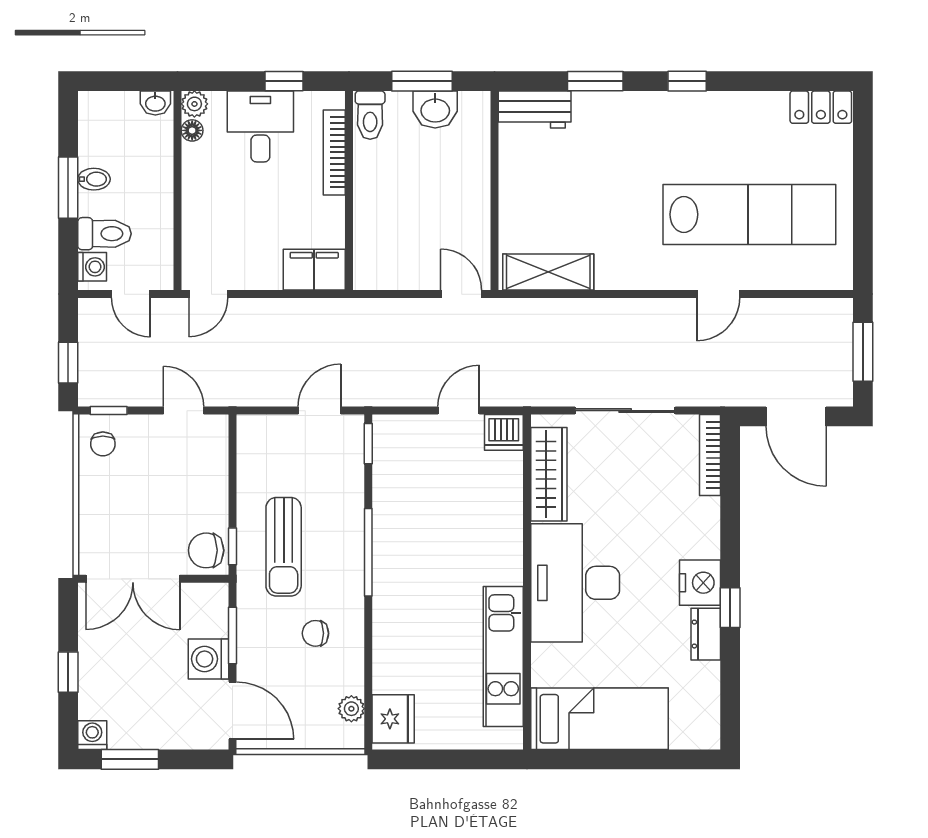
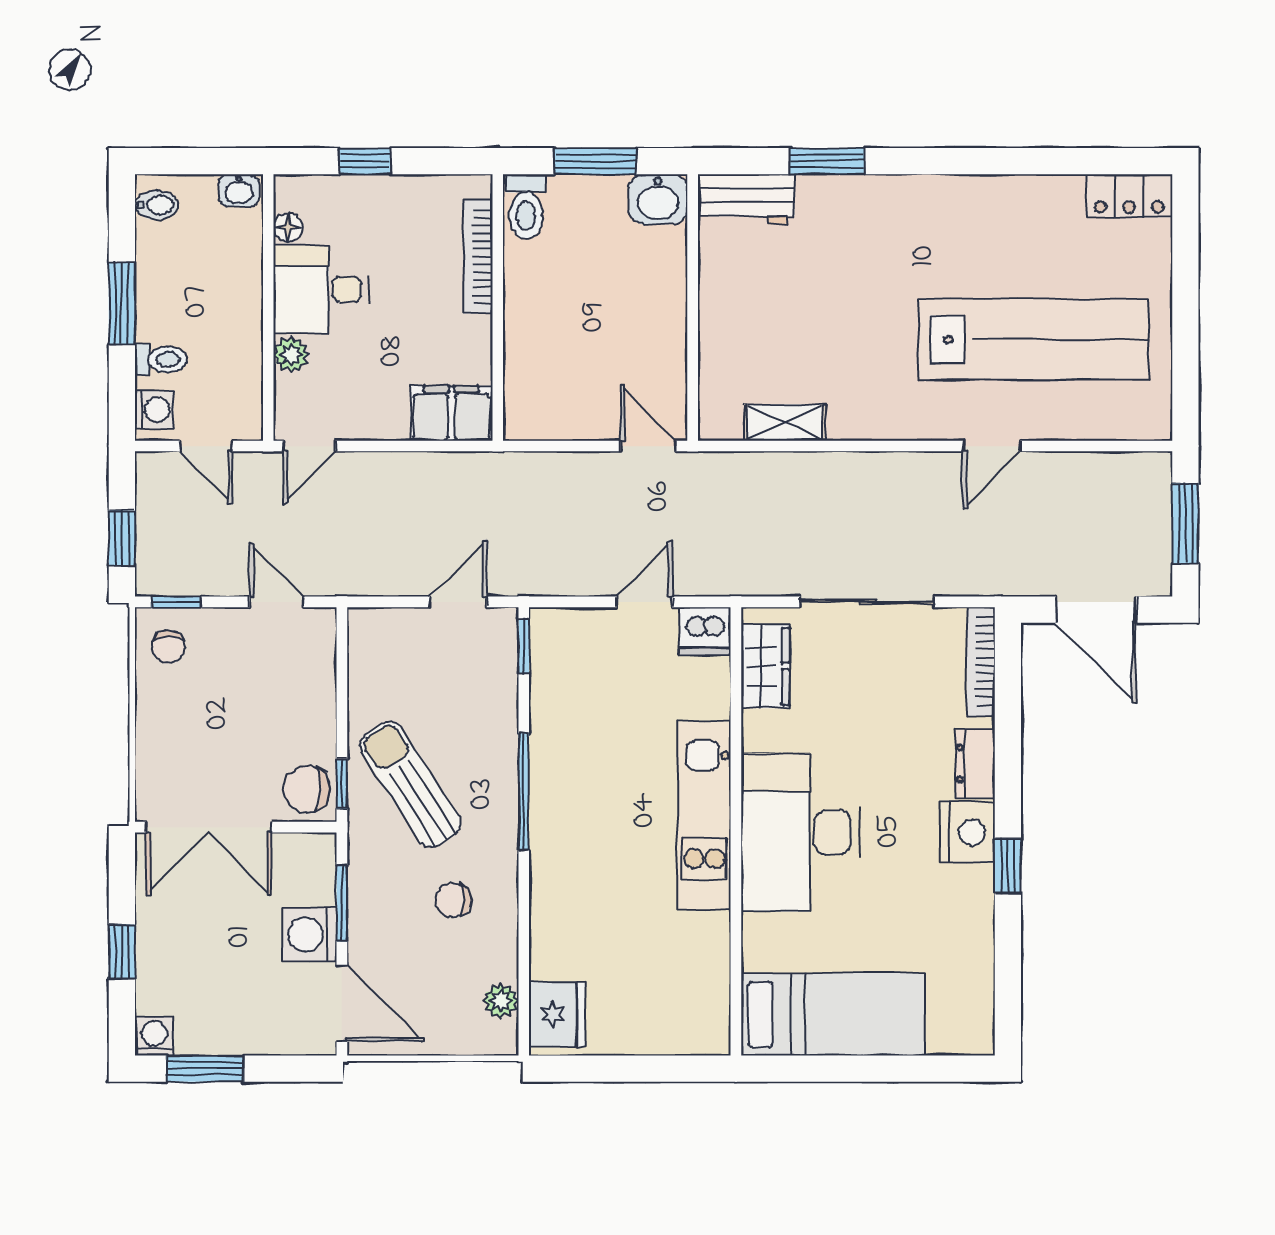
window: (284, 81) -> (365, 161), moved
window: (687, 81) -> (950, 161), removed
plant: (194, 104) -> (291, 355), moved
washbasin: (435, 109) -> (658, 199), moved
desk: (260, 126) -> (321, 289), moved, turned -90
bidet: (94, 179) -> (156, 205), moved
toilet: (104, 234) -> (161, 359), width x0.73, depth x0.72
shelving: (548, 272) -> (785, 423), width x0.67, depth x0.75
wardrobe: (549, 474) -> (765, 666), width x0.67
sun lounger: (284, 547) -> (410, 784), turned 147
dresser: (706, 634) -> (975, 764), moved
kitchen unit: (503, 656) -> (704, 816), moved

